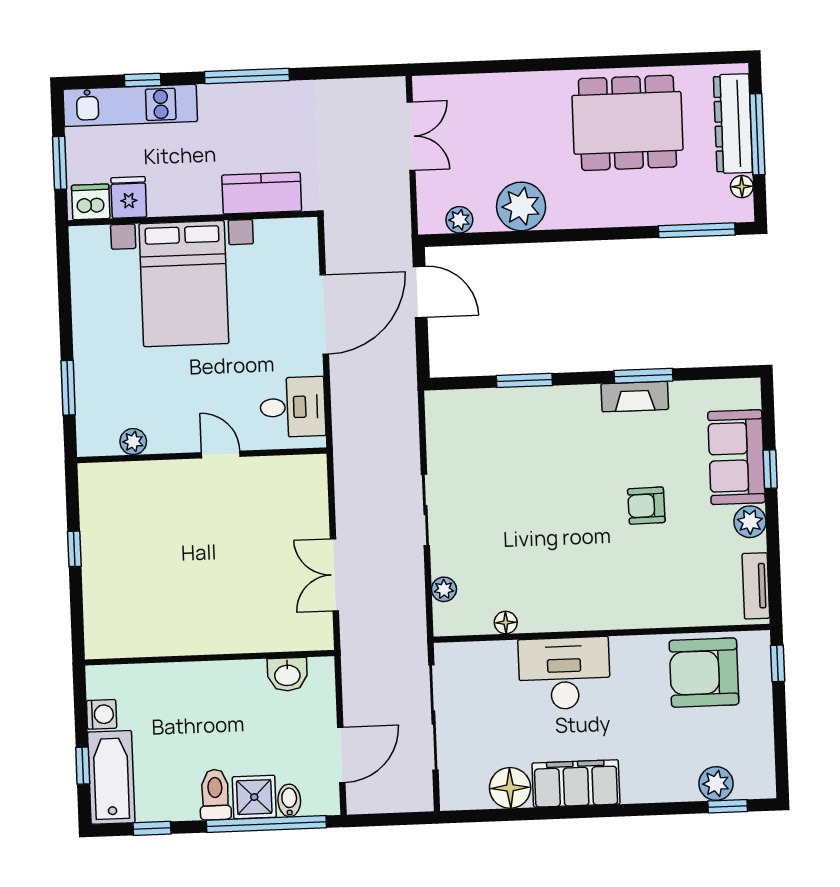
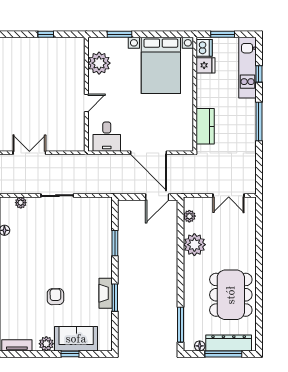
bed with nightstands: (184, 284) -> (161, 65), moved, turned -90
plant: (133, 442) -> (99, 63), width x1.88, depth x1.88

